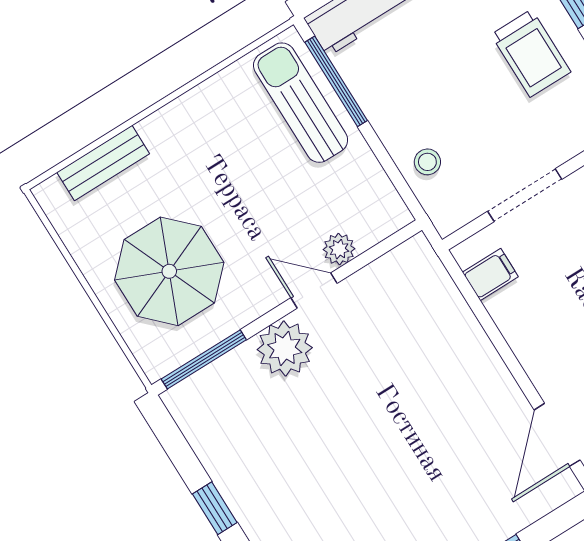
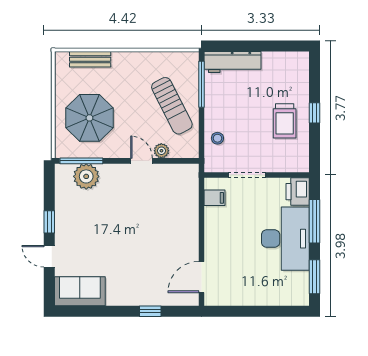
sun lounger: (301, 103) -> (172, 106), moved, turned 153
plant: (285, 349) -> (86, 176), moved

